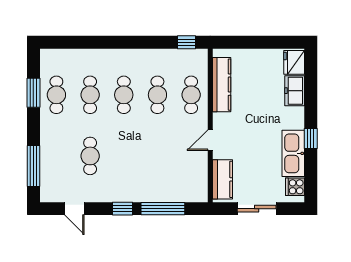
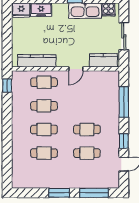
window: (33, 93) -> (59, 193), moved
cafe table: (56, 95) -> (87, 129), moved
door: (210, 140) -> (76, 69), hinge flipped
window: (122, 209) -> (124, 141), moved

